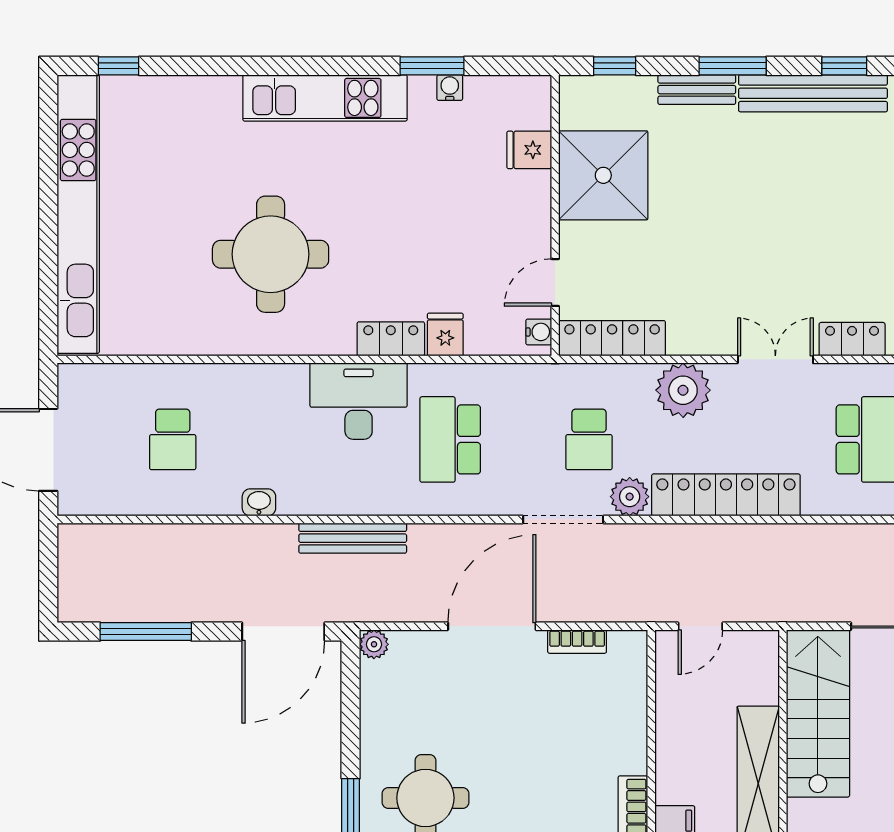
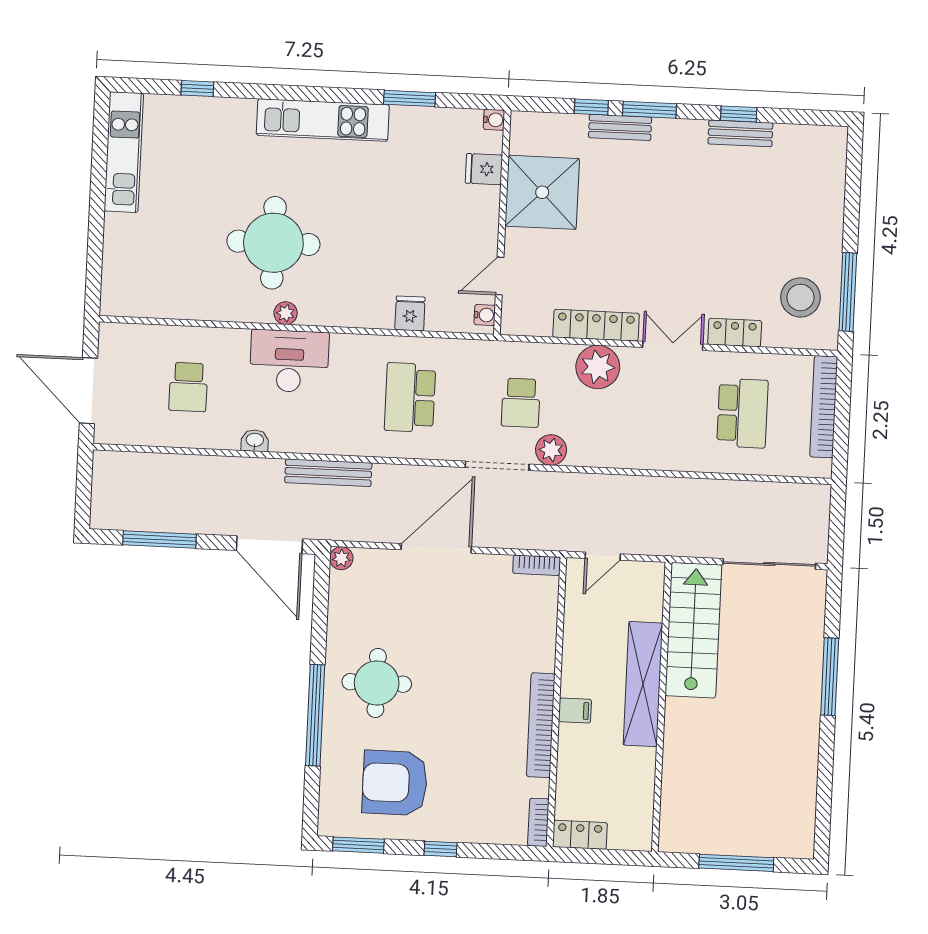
window: (119, 66) -> (197, 88), moved
window: (615, 66) -> (591, 107), moved
water cooler: (450, 88) -> (494, 120), moved, turned 90
bench: (813, 93) -> (740, 133), width x0.54, depth x0.82
kitchen unit: (78, 214) -> (124, 152), width x0.54
locker: (612, 338) -> (596, 325), moved
locker: (391, 339) -> (366, 315), removed
plant: (290, 341) -> (286, 313), added
desk: (359, 401) -> (289, 361), moved
locker: (726, 495) -> (628, 452), removed
door: (283, 632) -> (269, 545), hinge flipped
bookcase: (577, 642) -> (537, 565), moved

